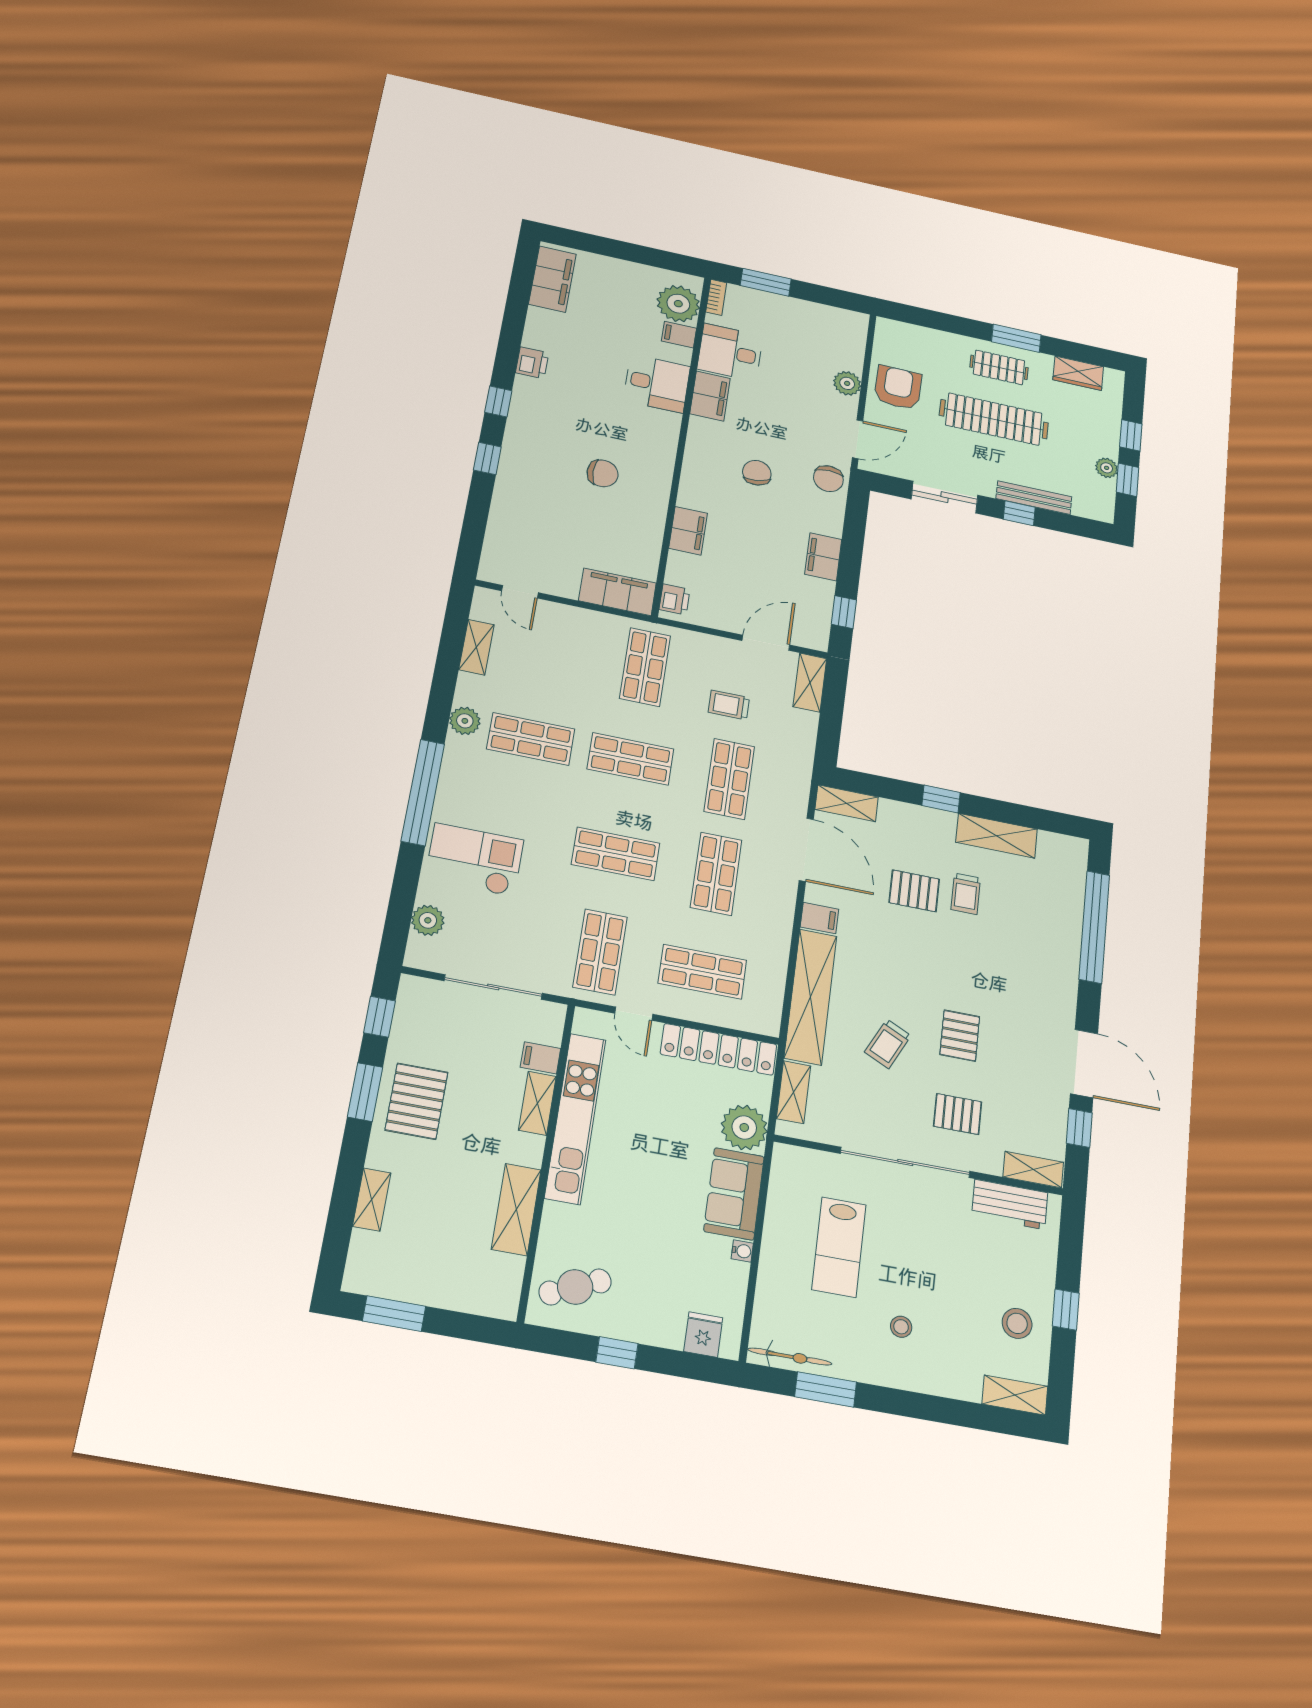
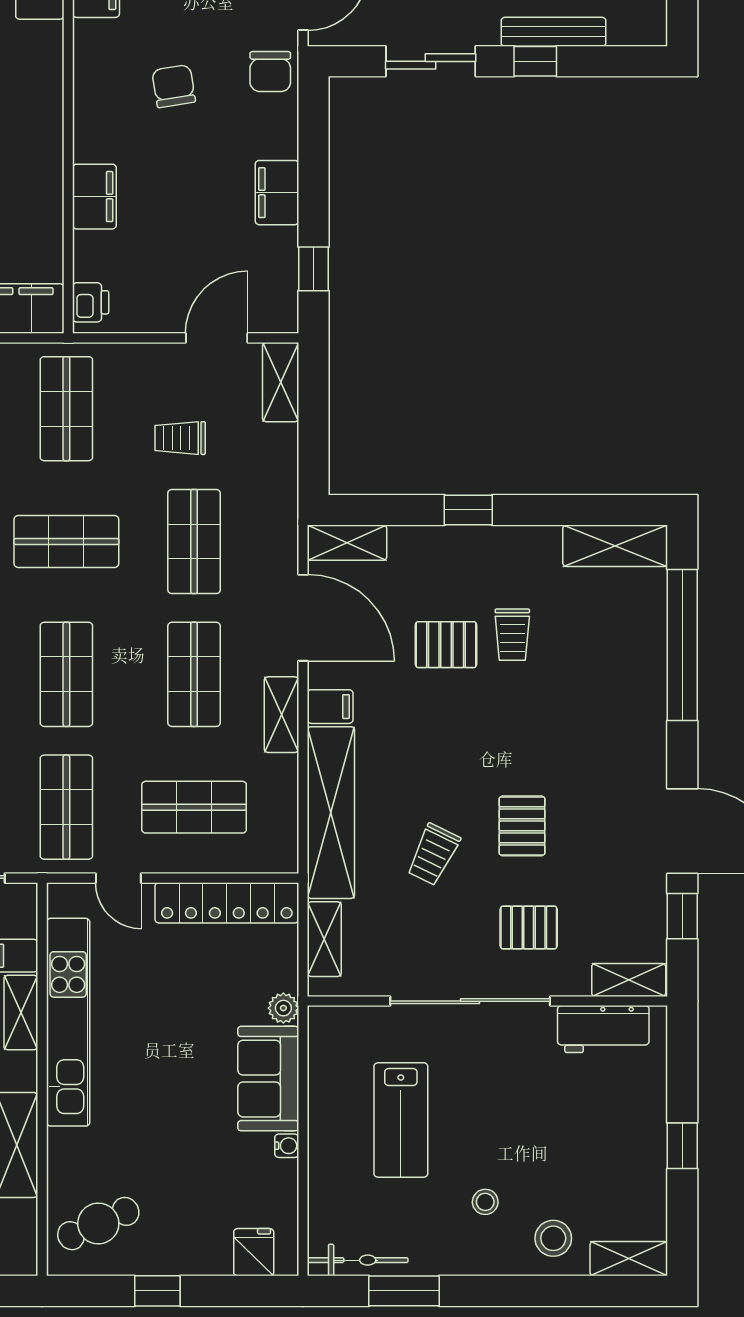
shelving: (997, 836) -> (615, 546), moved
shop shelf: (616, 854) -> (66, 674), turned 90
shelving: (781, 917) -> (281, 715), added
plant: (744, 1127) -> (283, 1008), width x0.53, depth x0.53
stool: (1017, 1323) -> (553, 1238), moved

